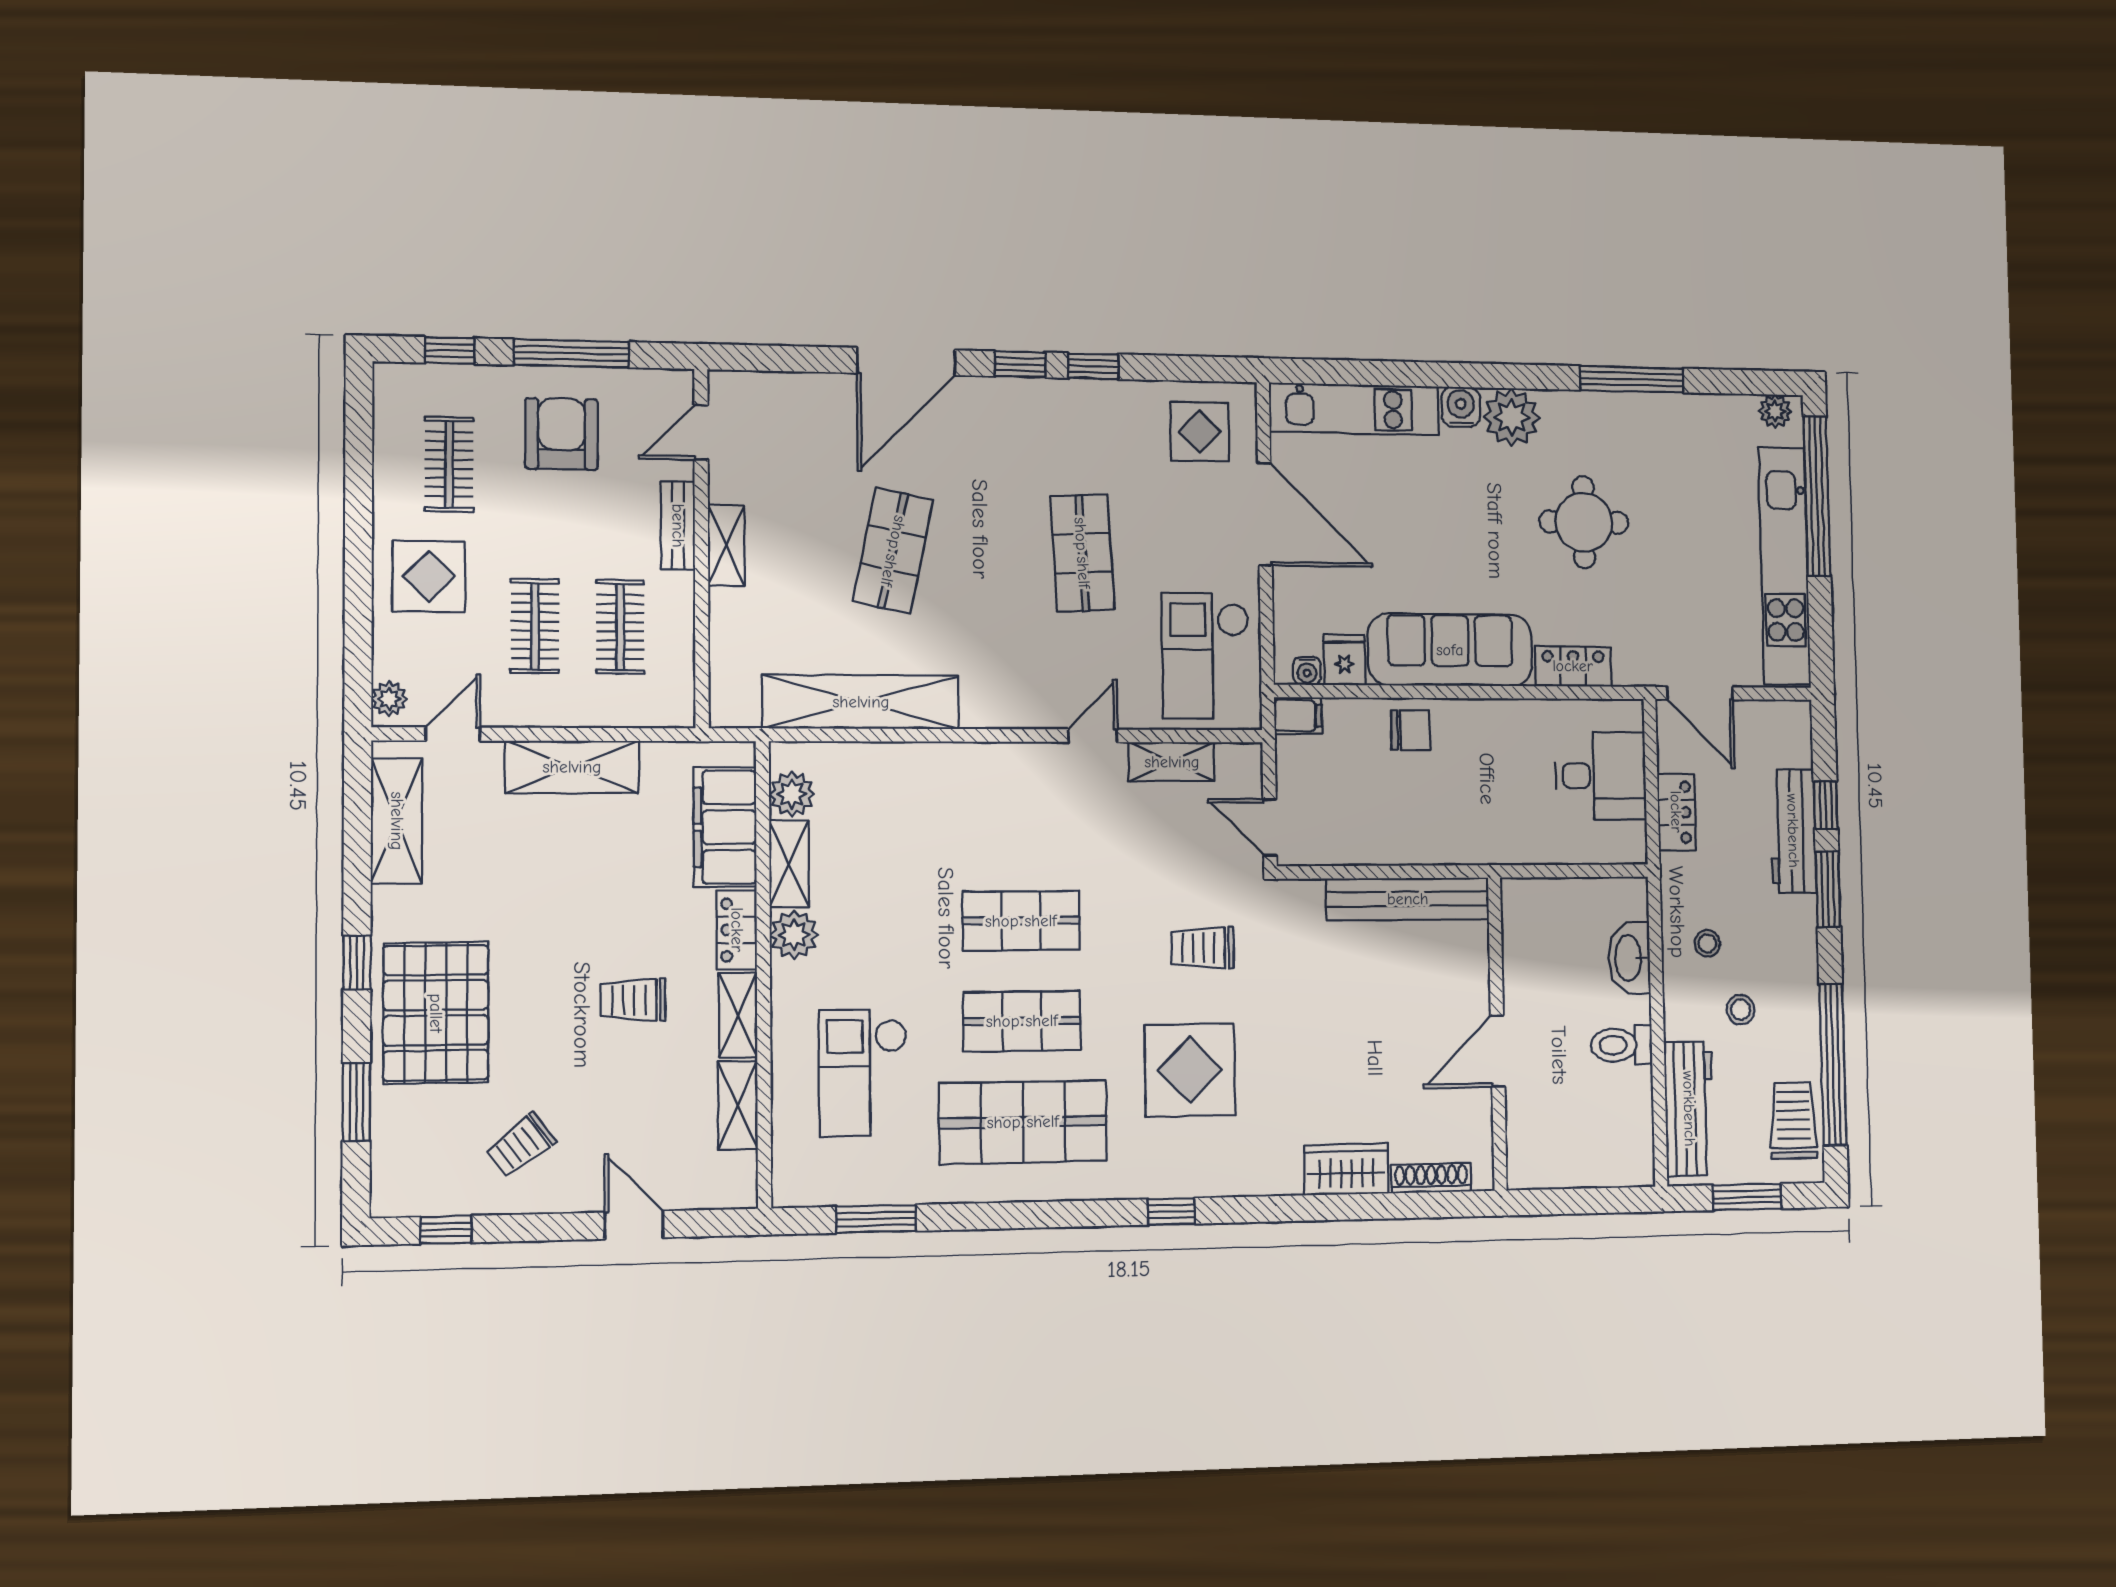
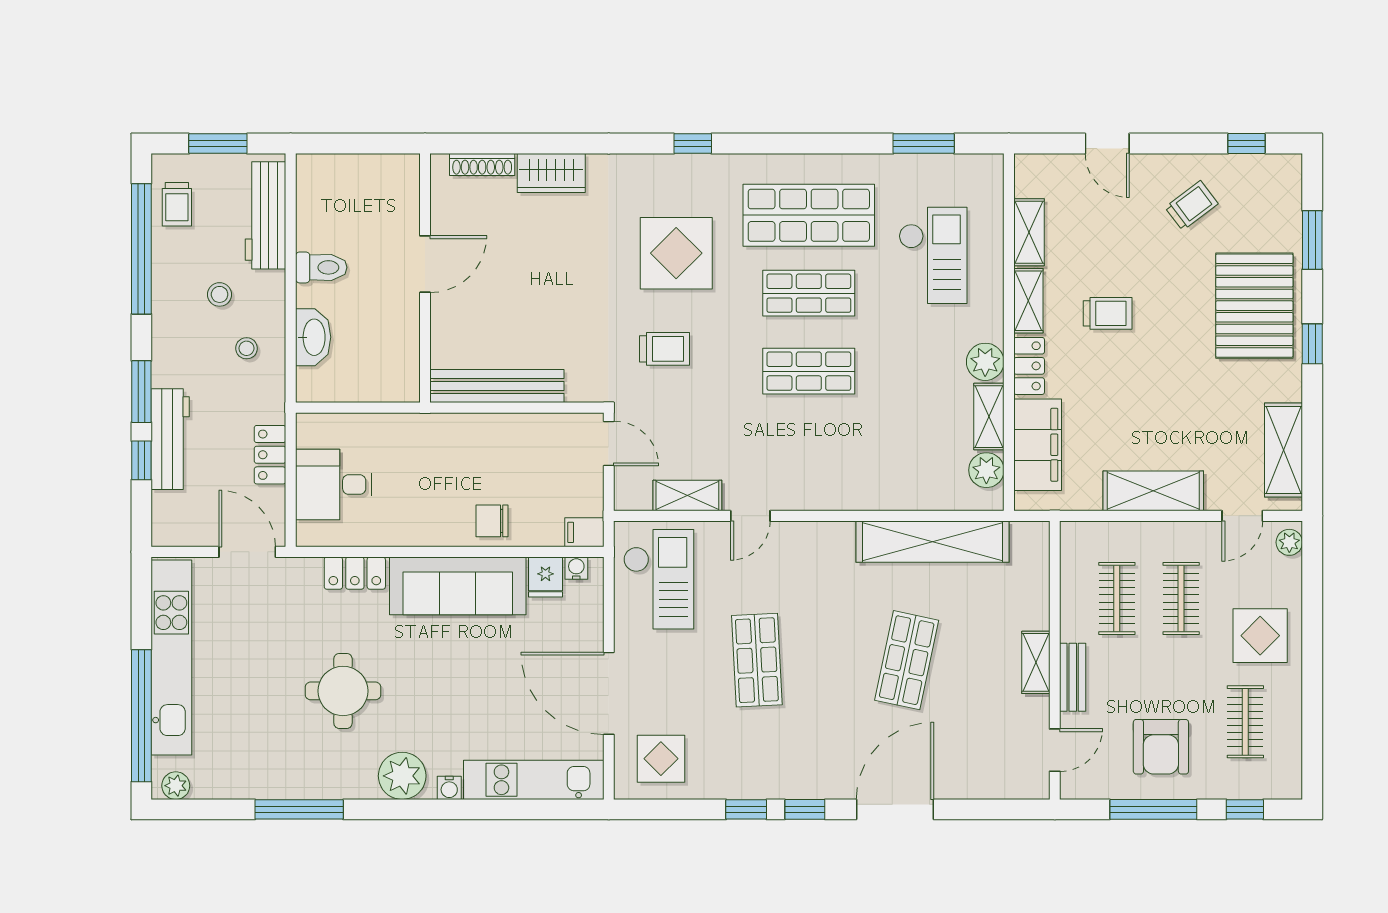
water cooler: (1461, 407) -> (449, 788), width x0.72, depth x0.72
trolley: (1793, 1120) -> (177, 204), width x0.73, depth x0.72

